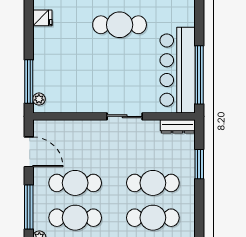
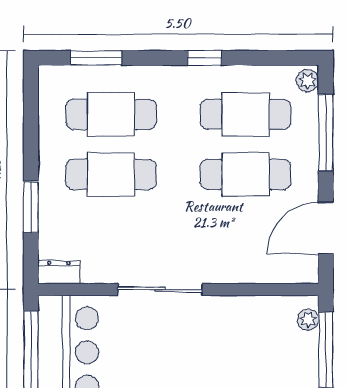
sliding door: (125, 116) -> (160, 290), width x1.37
dresser: (178, 126) -> (59, 272), width x0.70
door: (29, 152) -> (326, 228), hinge flipped

